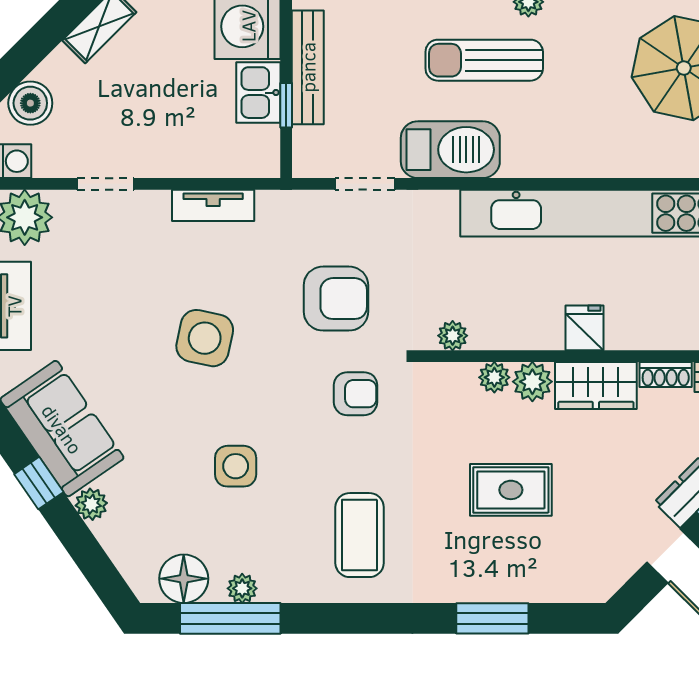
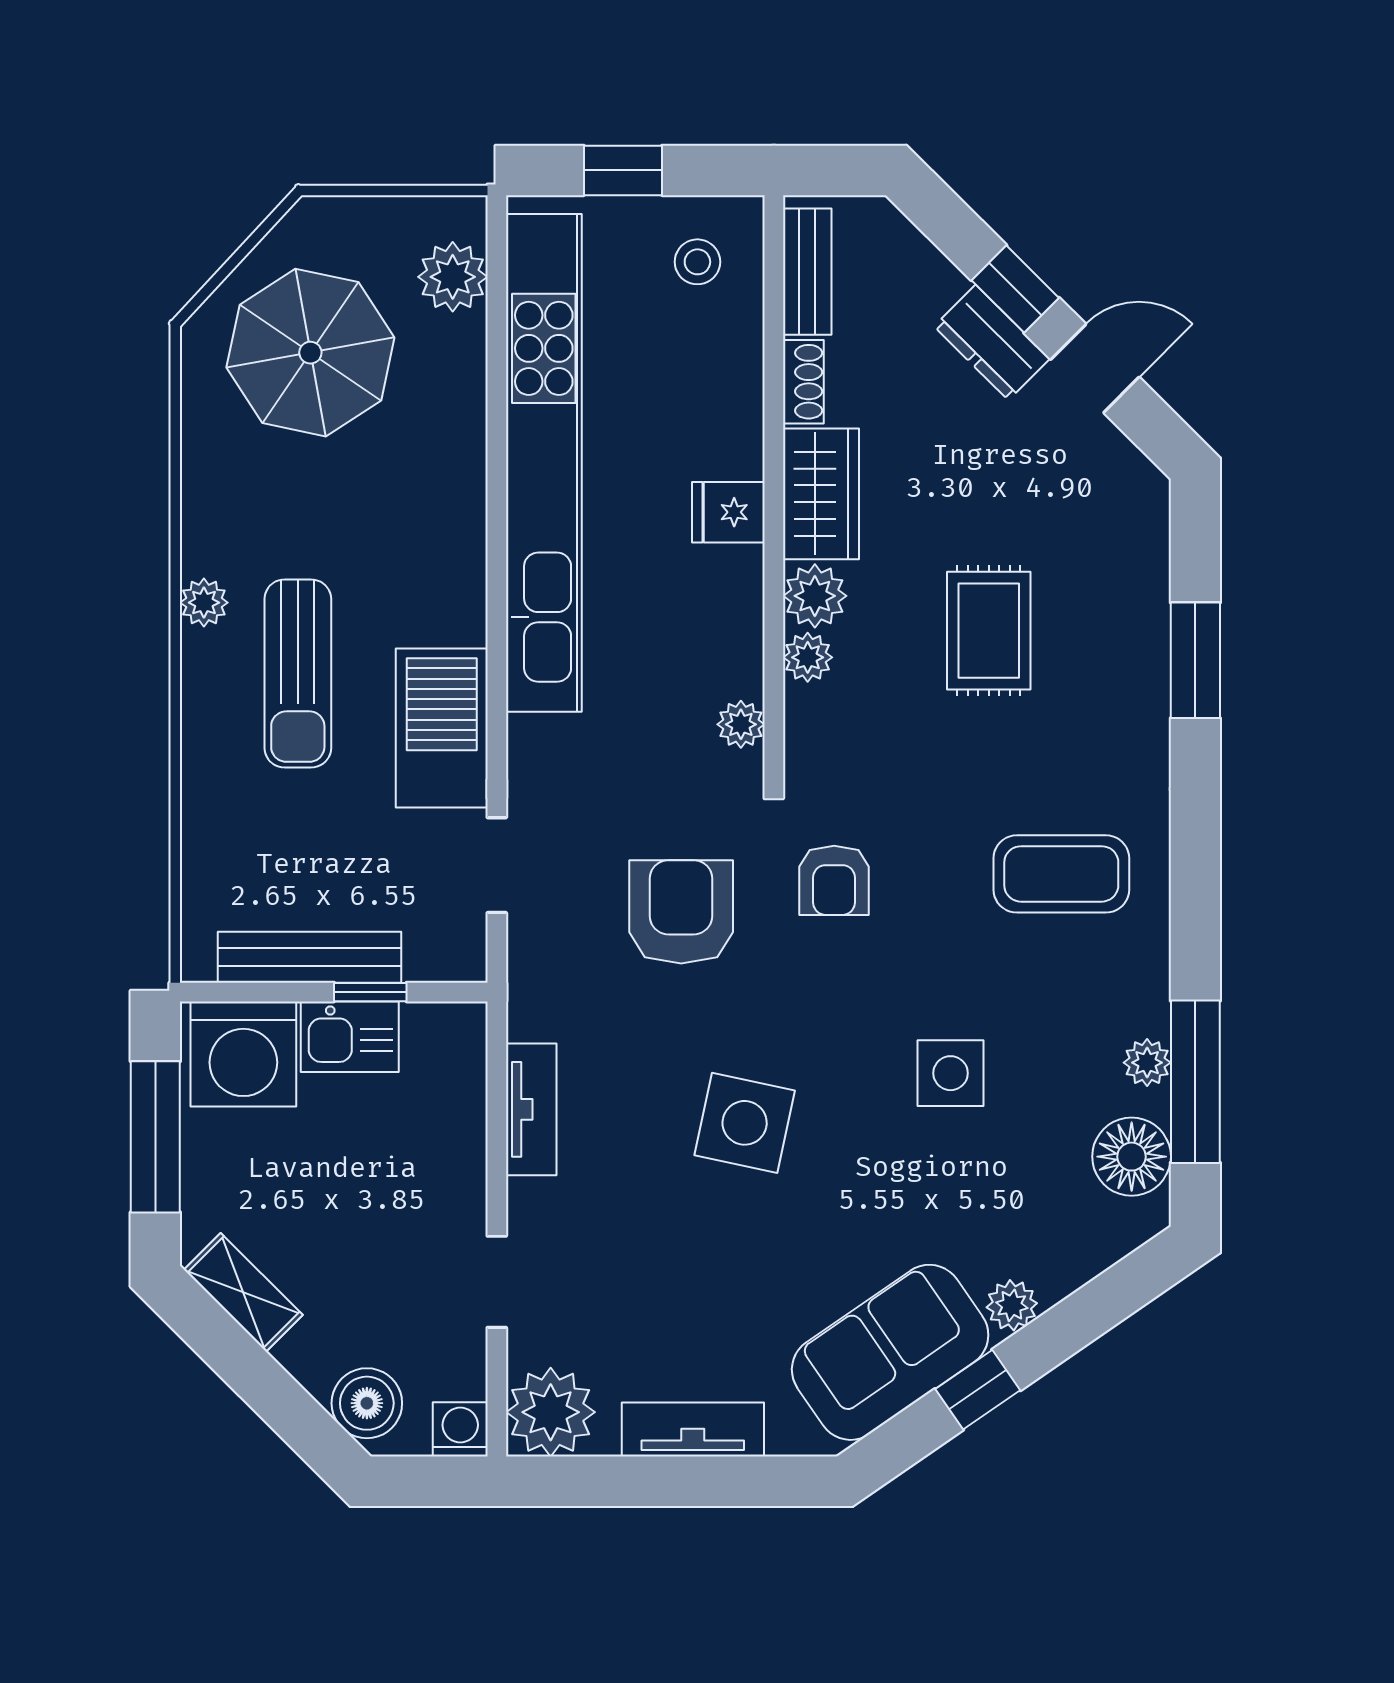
armchair: (356, 394) -> (834, 880), turned 180

